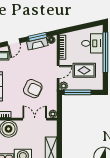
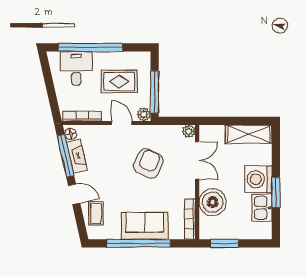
window: (38, 37) -> (66, 156), width x1.44
rug: (84, 70) -> (119, 81), turned 90
double door: (35, 119) -> (197, 160), swing flipped

